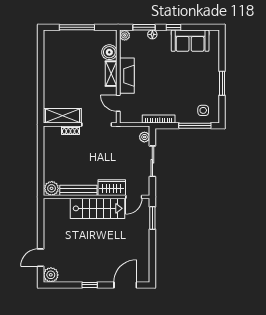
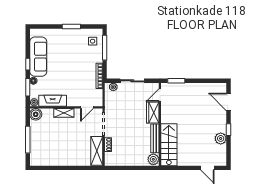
sofa: (190, 41) -> (38, 57), width x1.36
boiler: (109, 52) -> (36, 114), moved
fireplace: (127, 76) -> (53, 101), moved
door: (134, 197) -> (160, 95), swing flipped
stairs: (98, 208) -> (169, 145), moved
plant: (51, 275) -> (221, 138), moved

